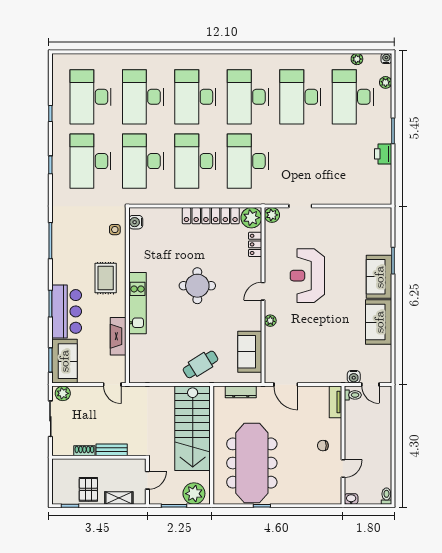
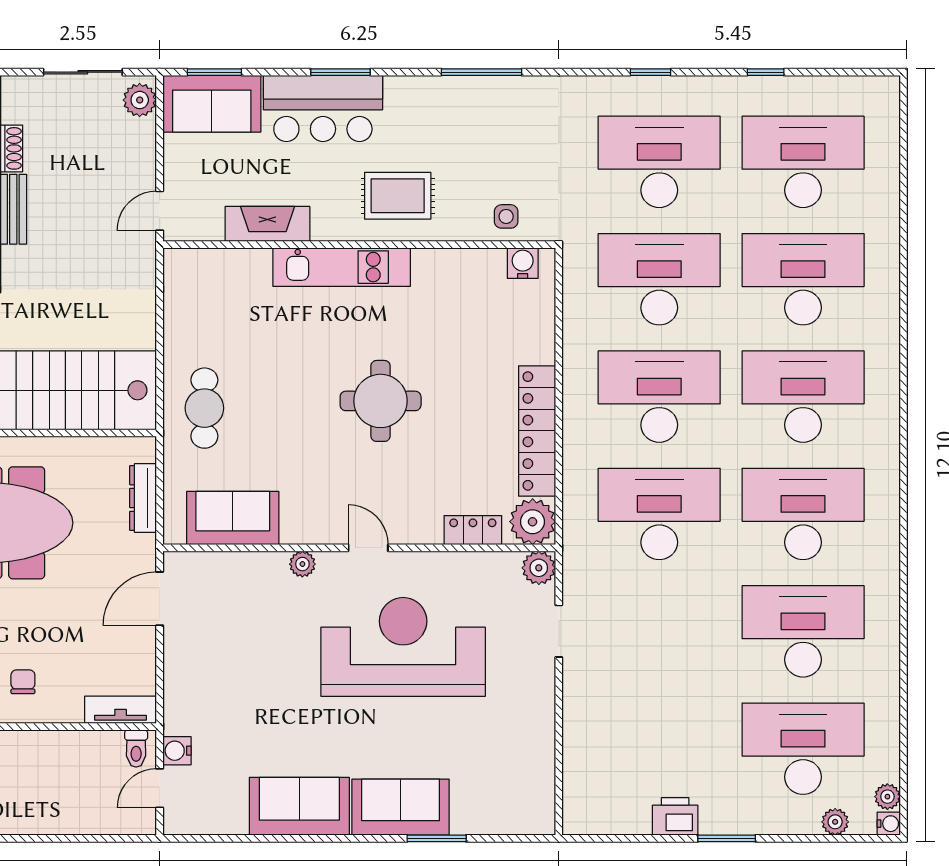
plant: (357, 59) -> (887, 797), moved
reception desk: (307, 276) -> (403, 647), width x1.36, depth x1.30
cafe table: (201, 364) -> (204, 408), turned 32

